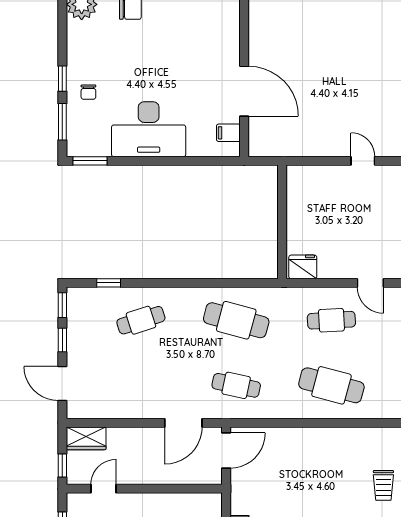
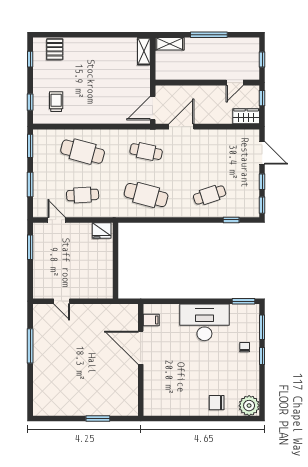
trolley: (383, 485) -> (56, 102), moved

